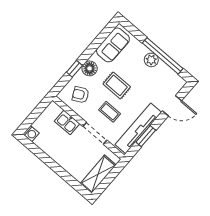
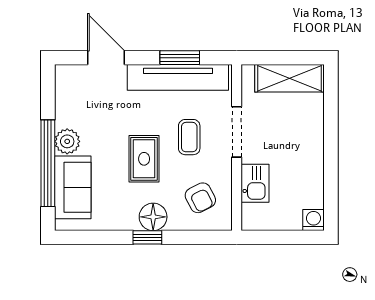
sofa: (113, 45) -> (73, 187), moved, turned 90
window: (163, 56) -> (48, 163), moved
window: (74, 69) -> (147, 237), moved

